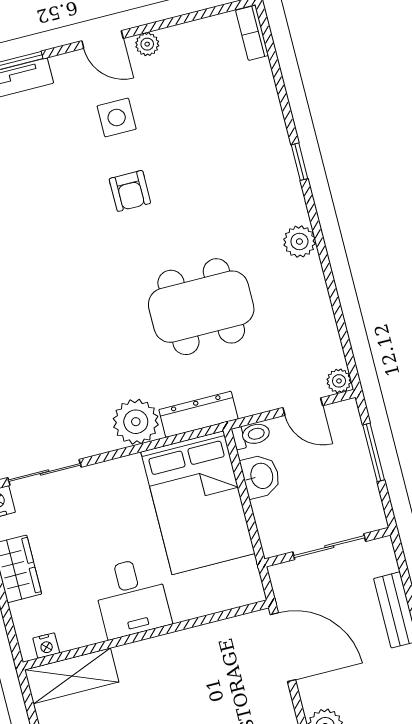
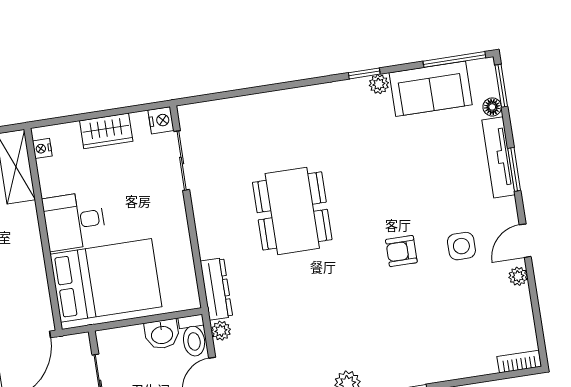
dining table: (201, 307) -> (292, 211), moved
plant: (136, 422) -> (221, 331), moved, width x0.53, depth x0.53
toilet: (251, 435) -> (193, 336), width x1.37, depth x1.39
bed: (198, 503) -> (106, 280), moved, turned 180

